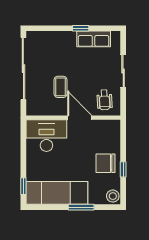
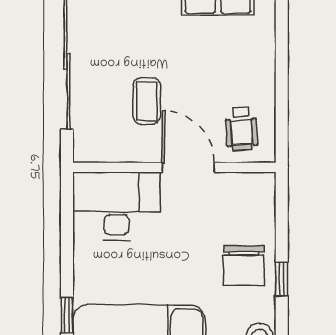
sliding door: (123, 71) -> (282, 67), removed
chair: (106, 163) -> (244, 266), turned -90

